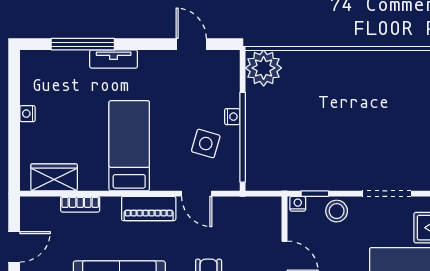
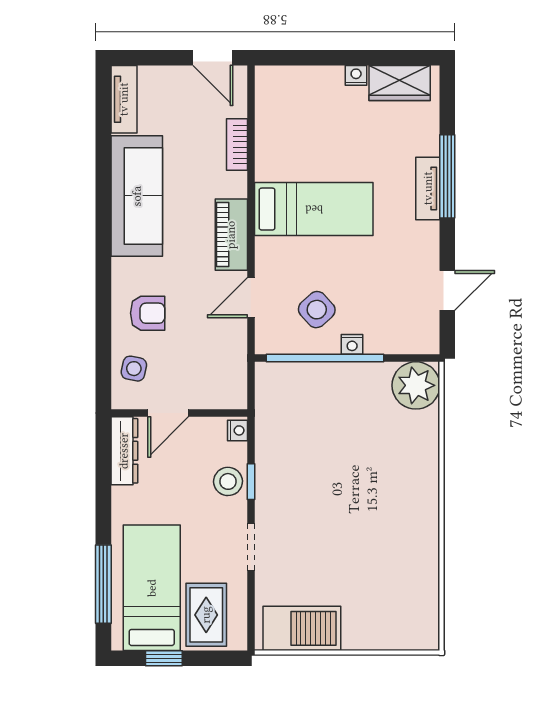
window: (83, 44) -> (447, 176), moved
side table: (206, 144) -> (317, 310), turned 32
wardrobe: (54, 177) -> (400, 83), moved, turned 90
window: (315, 194) -> (251, 482), moved
doorway: (387, 194) -> (251, 547), width x0.73
door: (14, 247) -> (213, 58), moved

